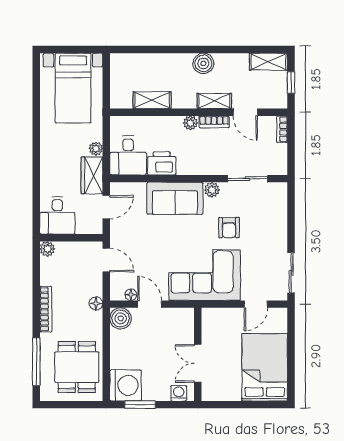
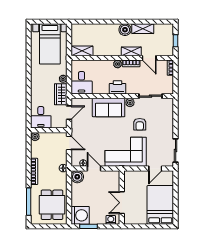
shelving: (268, 62) -> (143, 29), moved
shelving: (152, 100) -> (82, 51), moved
printer: (162, 163) -> (118, 87), moved

